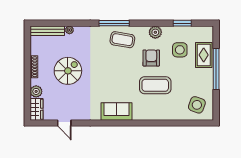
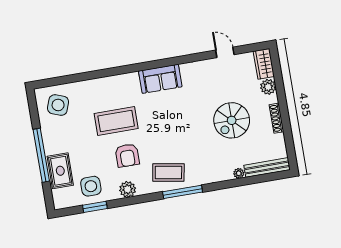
side table: (180, 50) -> (91, 186), moved

